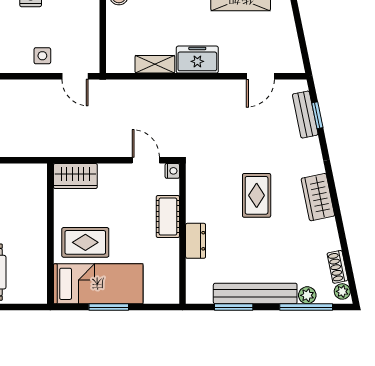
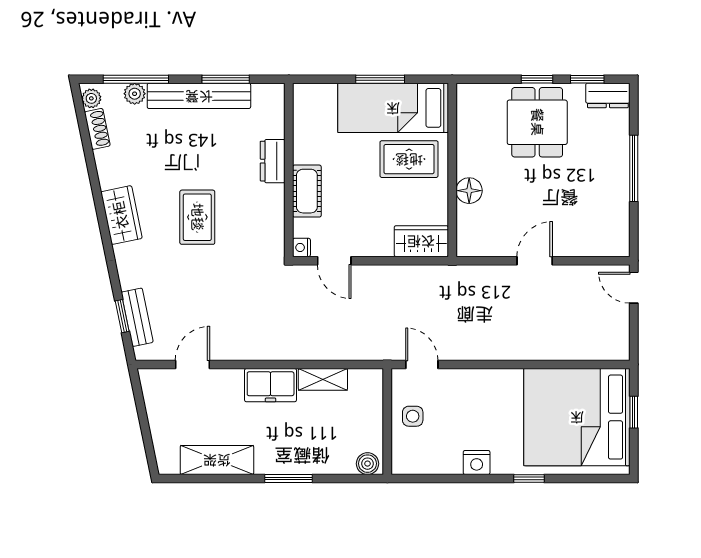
side table: (42, 56) -> (413, 416), moved
floor lamp: (37, 217) -> (469, 191), added

